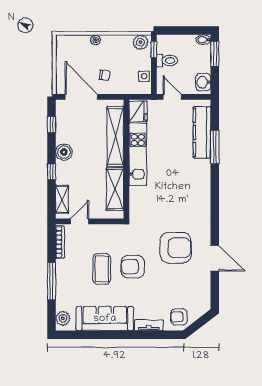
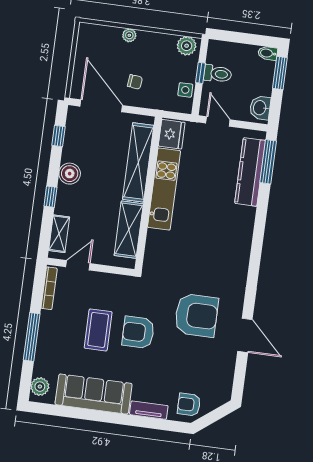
window: (154, 49) -> (201, 73), moved
window: (215, 147) -> (268, 162), moved

